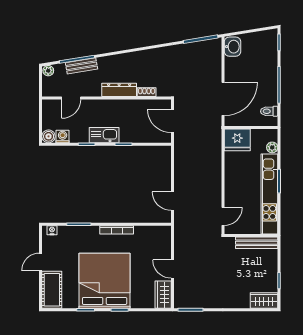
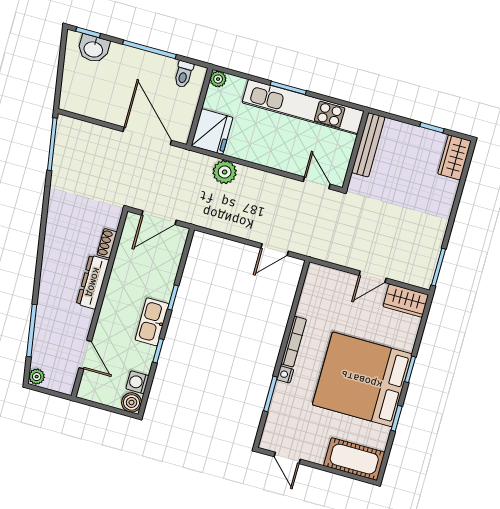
washbasin: (232, 47) -> (93, 49), moved, turned 180
bench: (82, 66) -> (43, 327), removed
plant: (272, 147) -> (218, 79), moved
plant: (214, 155) -> (225, 172), added
nightstand: (52, 230) -> (285, 374), moved
door: (41, 262) -> (287, 458), moved

